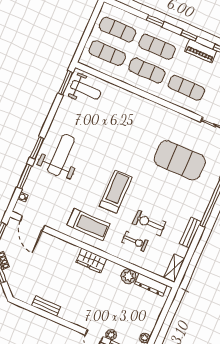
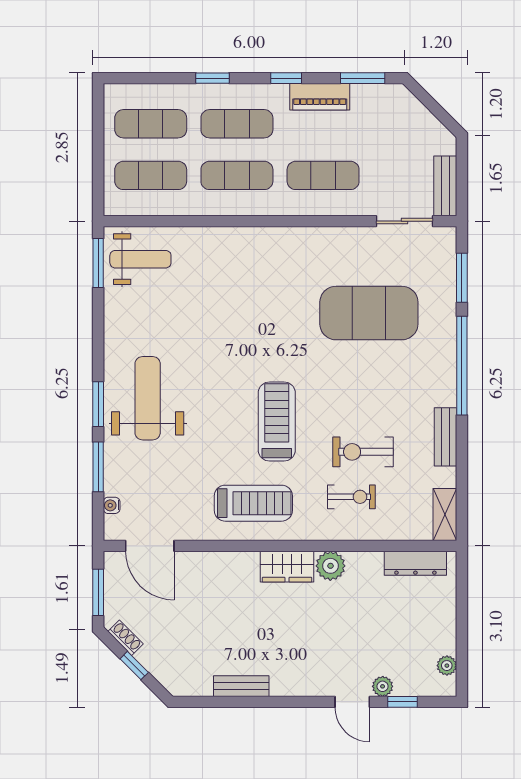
plant: (128, 276) -> (330, 566), moved

